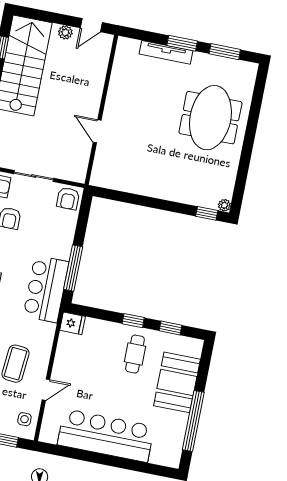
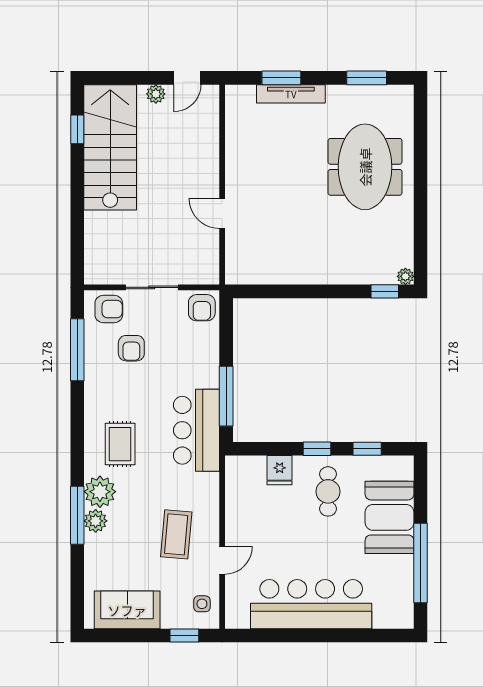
window: (182, 43) -> (281, 78), moved
fridge: (73, 323) -> (280, 470), moved, turned 90

